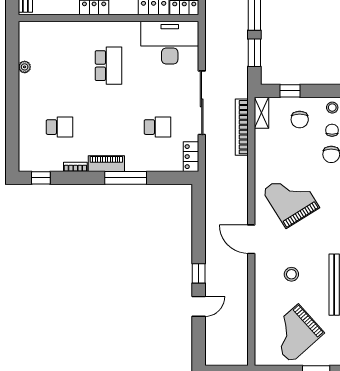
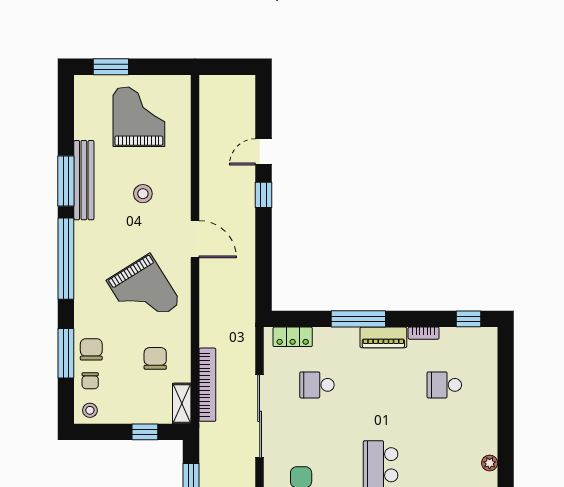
chair: (300, 120) -> (155, 358), moved
locker: (191, 157) -> (293, 337), moved, turned 90
grand piano: (295, 333) -> (139, 117), turned -48

